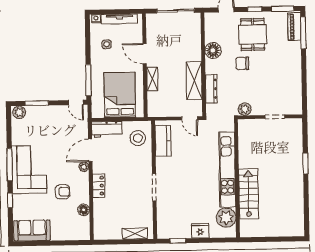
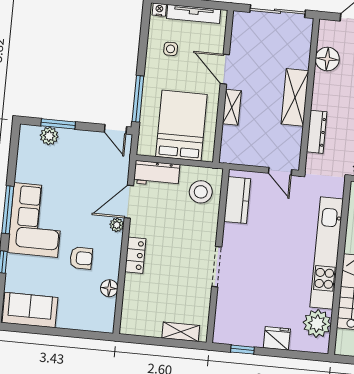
floor lamp: (213, 51) -> (327, 59), moved
shelving: (194, 81) -> (295, 97), moved
plant: (19, 112) -> (49, 136), moved

